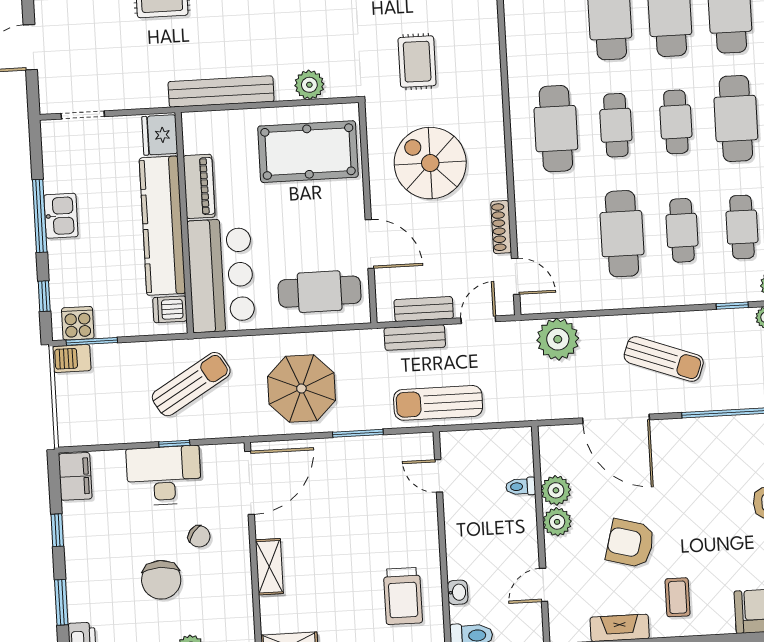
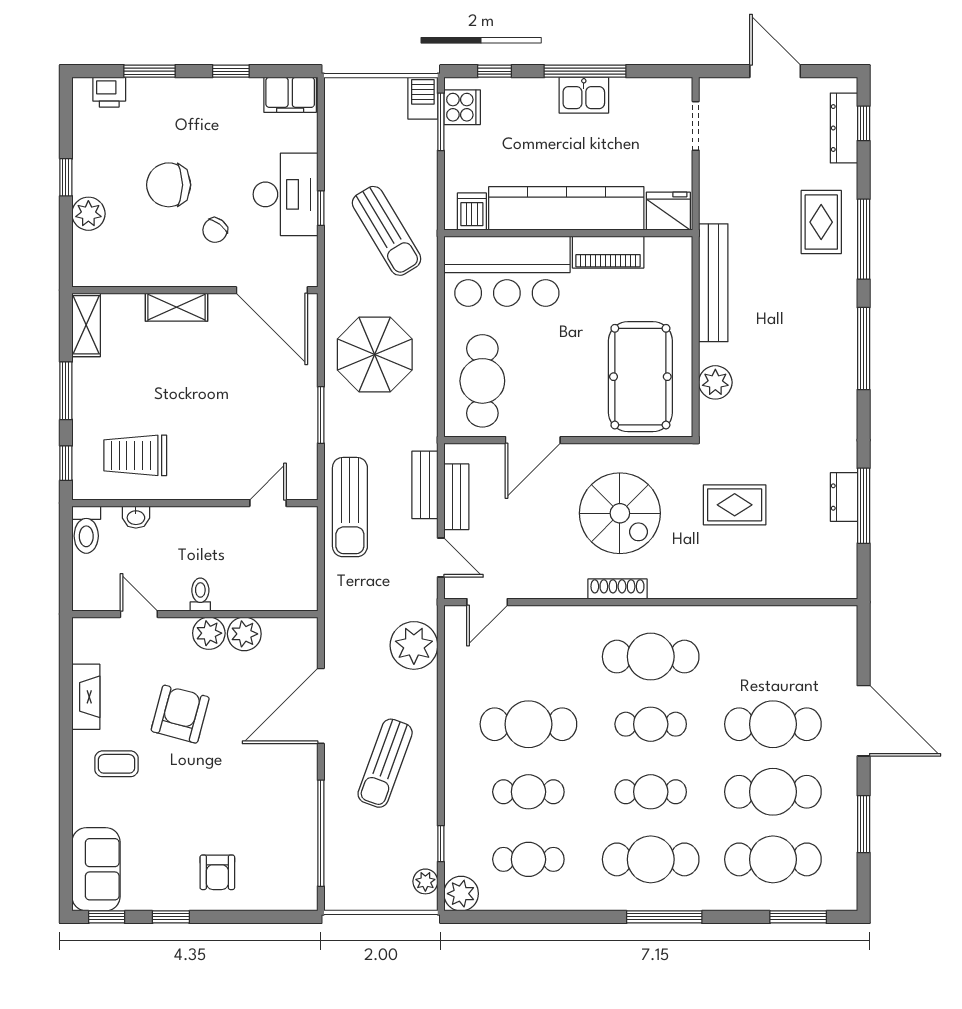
spiral stairs: (430, 163) -> (620, 513), turned 90
shoe rack: (501, 227) -> (617, 589), moved
sun lounger: (438, 403) -> (350, 507), turned 180
toilet: (521, 486) -> (200, 595), moved

